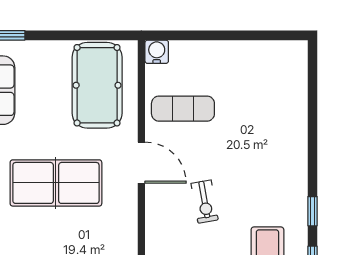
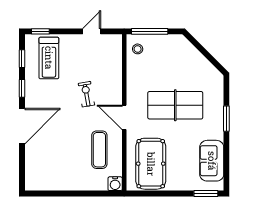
exercise mat: (183, 109) -> (99, 150), turned 90
door: (312, 148) -> (22, 126), added

